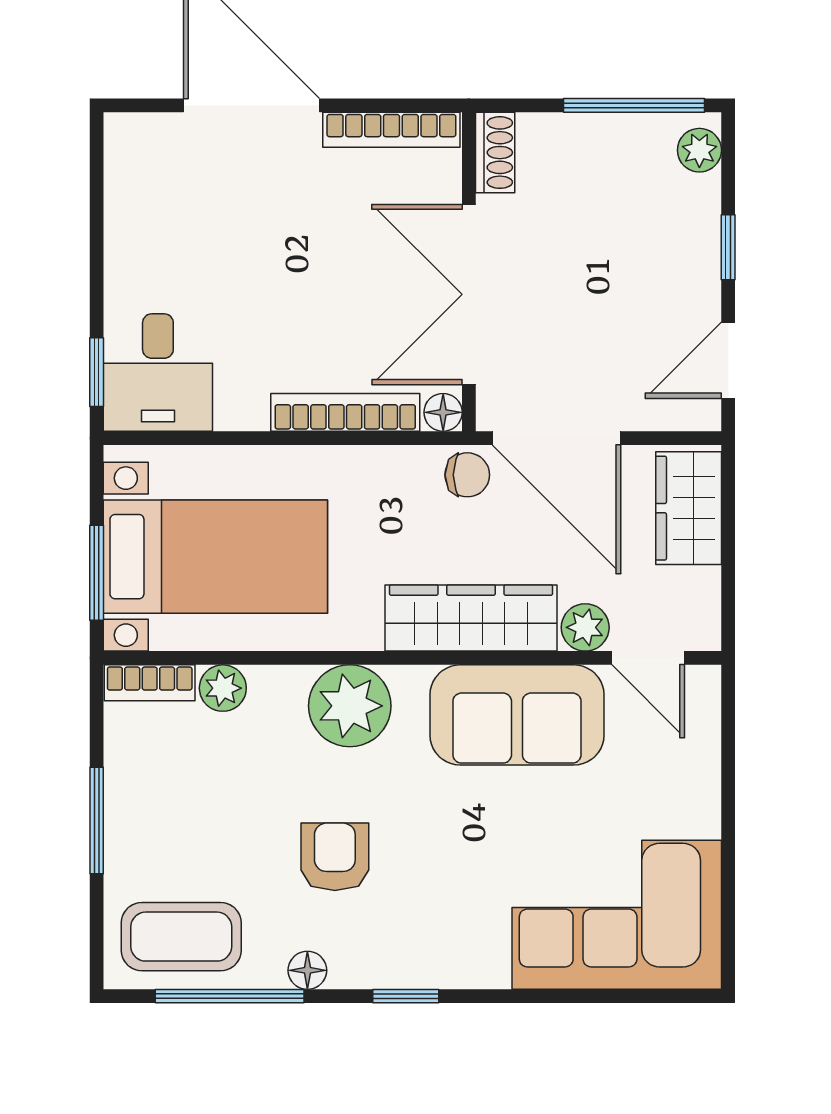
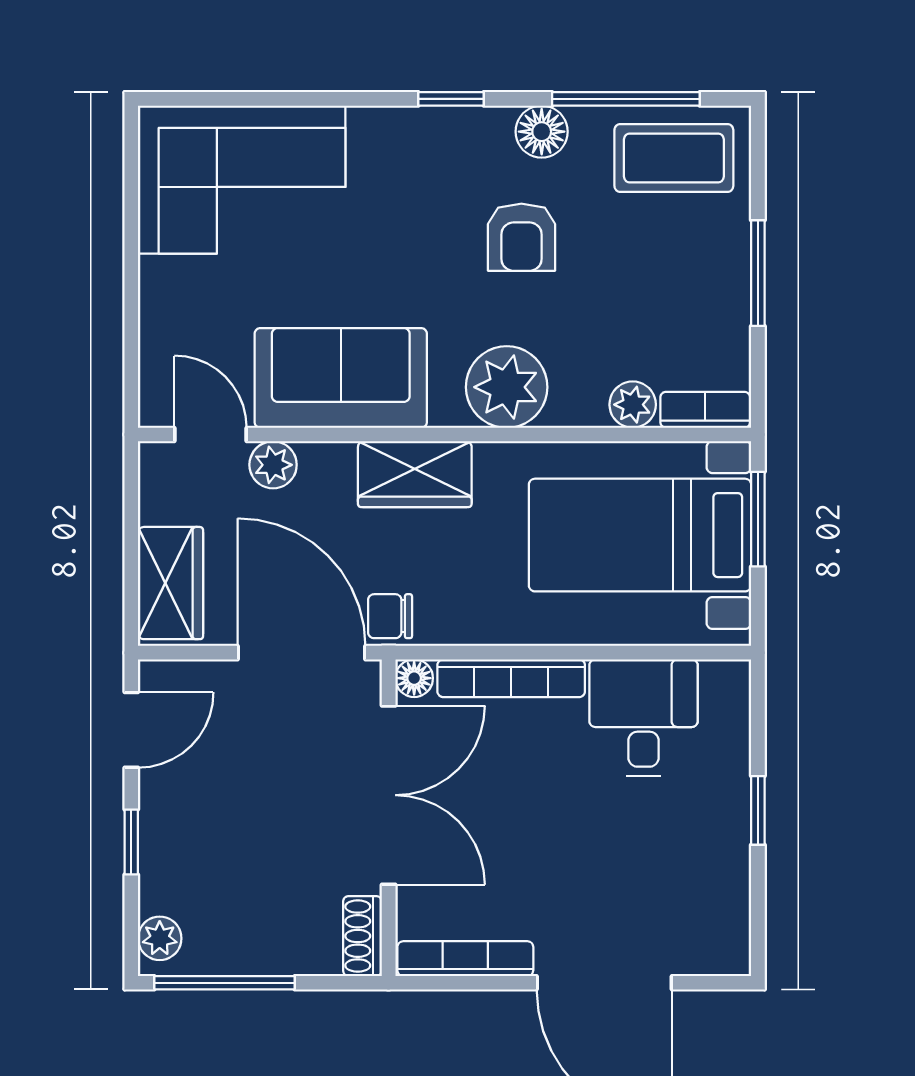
window: (97, 372) -> (758, 810), moved
desk: (158, 373) -> (644, 718), moved
wardrobe: (471, 618) -> (415, 474), width x0.67
floor lamp: (307, 970) -> (542, 132), width x1.37, depth x1.37

